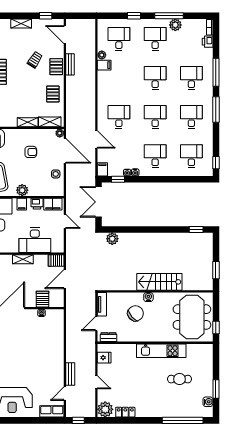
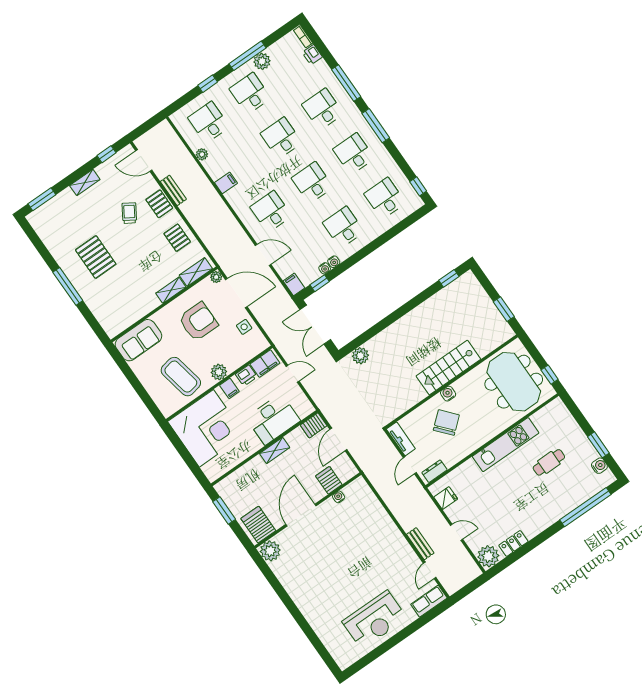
filing cabinet: (104, 65) -> (226, 183), moved
armchair: (31, 152) -> (198, 322), width x1.88, depth x1.88
window: (78, 420) -> (466, 590), removed

